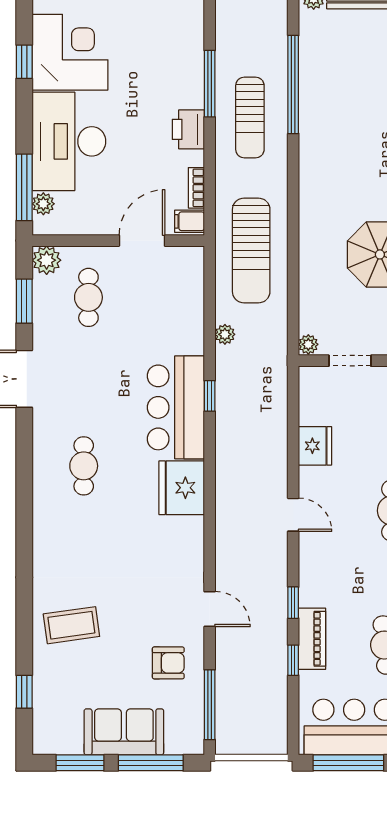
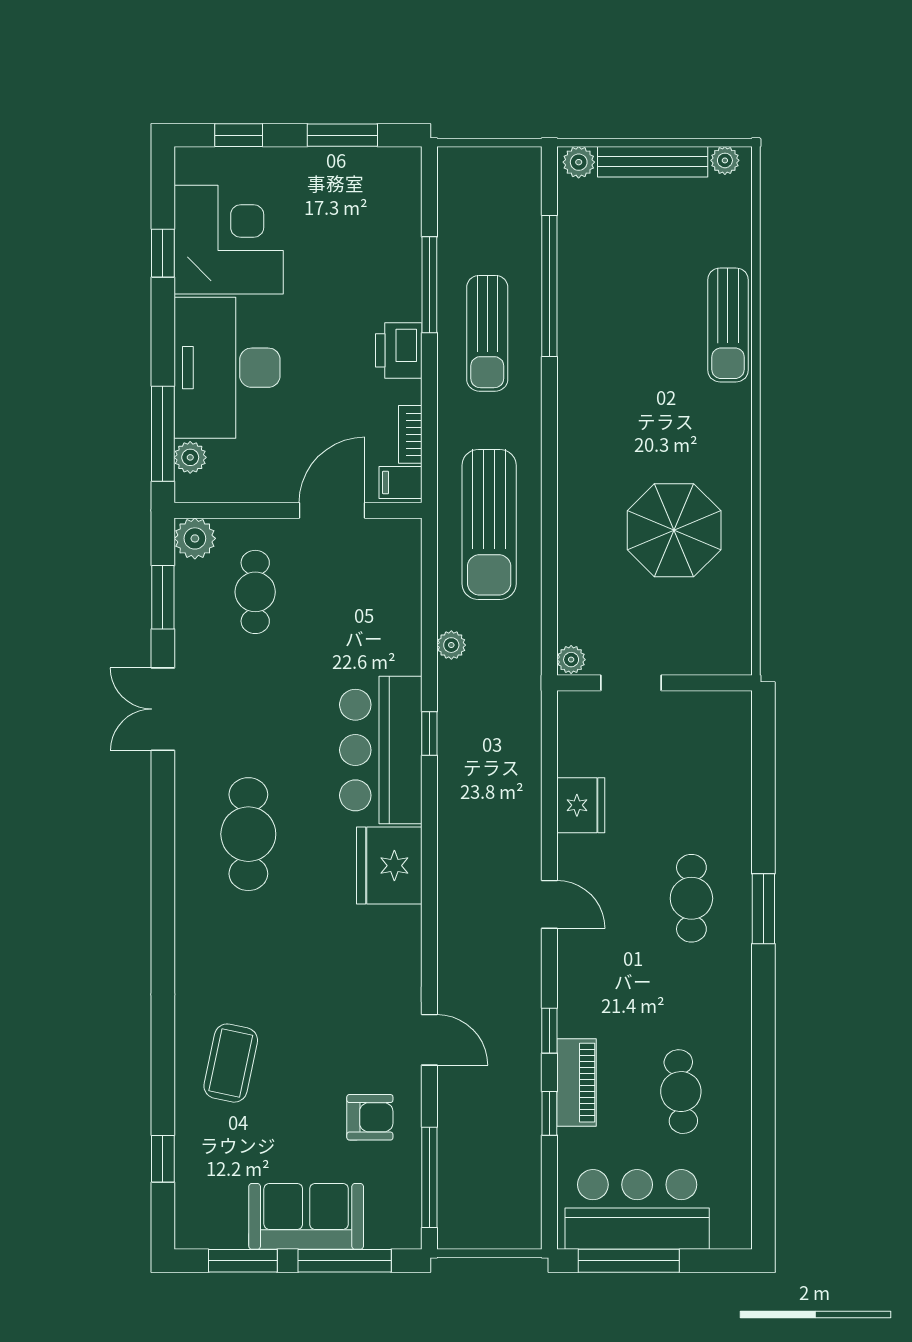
cafe table: (84, 466) -> (248, 834), width x1.37, depth x1.35
coffee table: (71, 625) -> (231, 1063), turned -70

